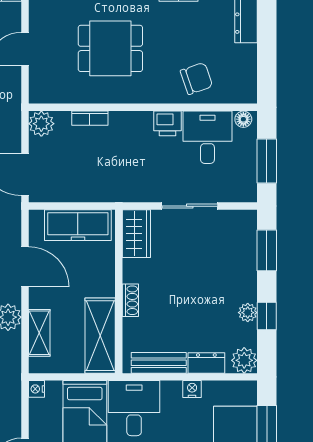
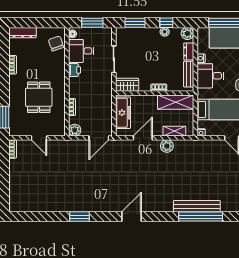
chair: (196, 78) -> (56, 43), moved
desk: (134, 408) -> (210, 76), moved

